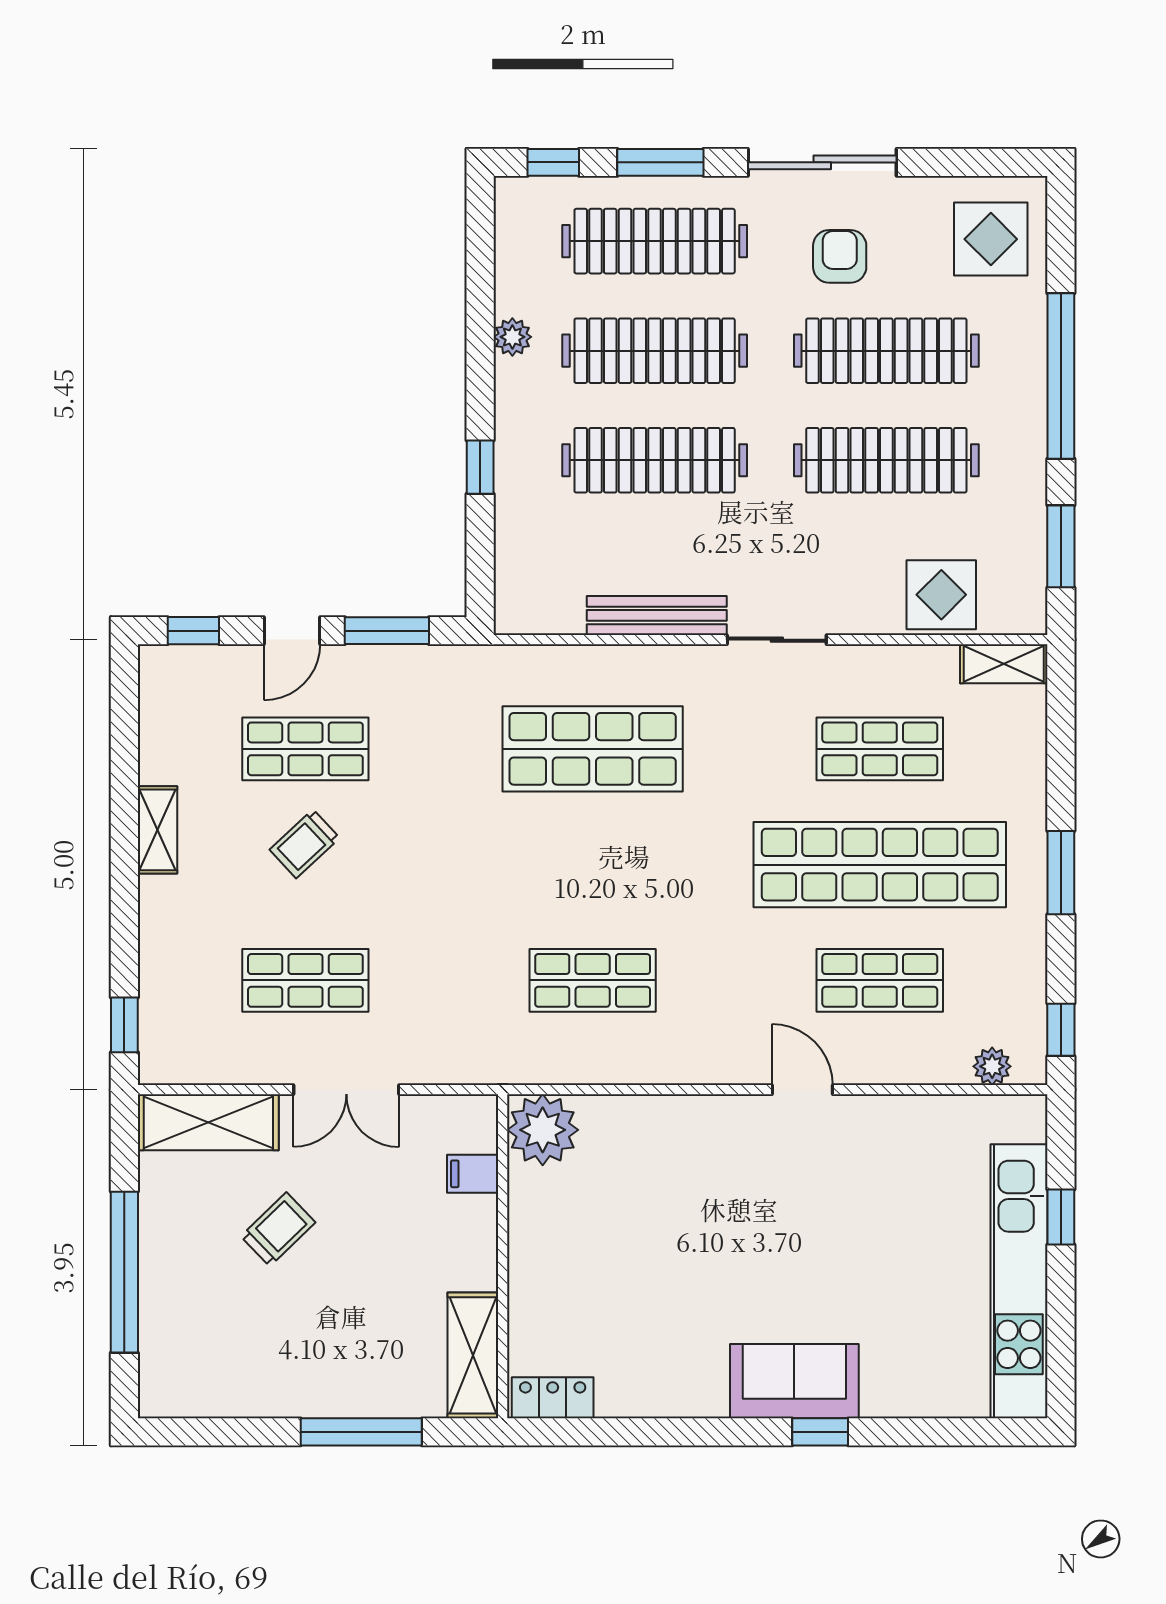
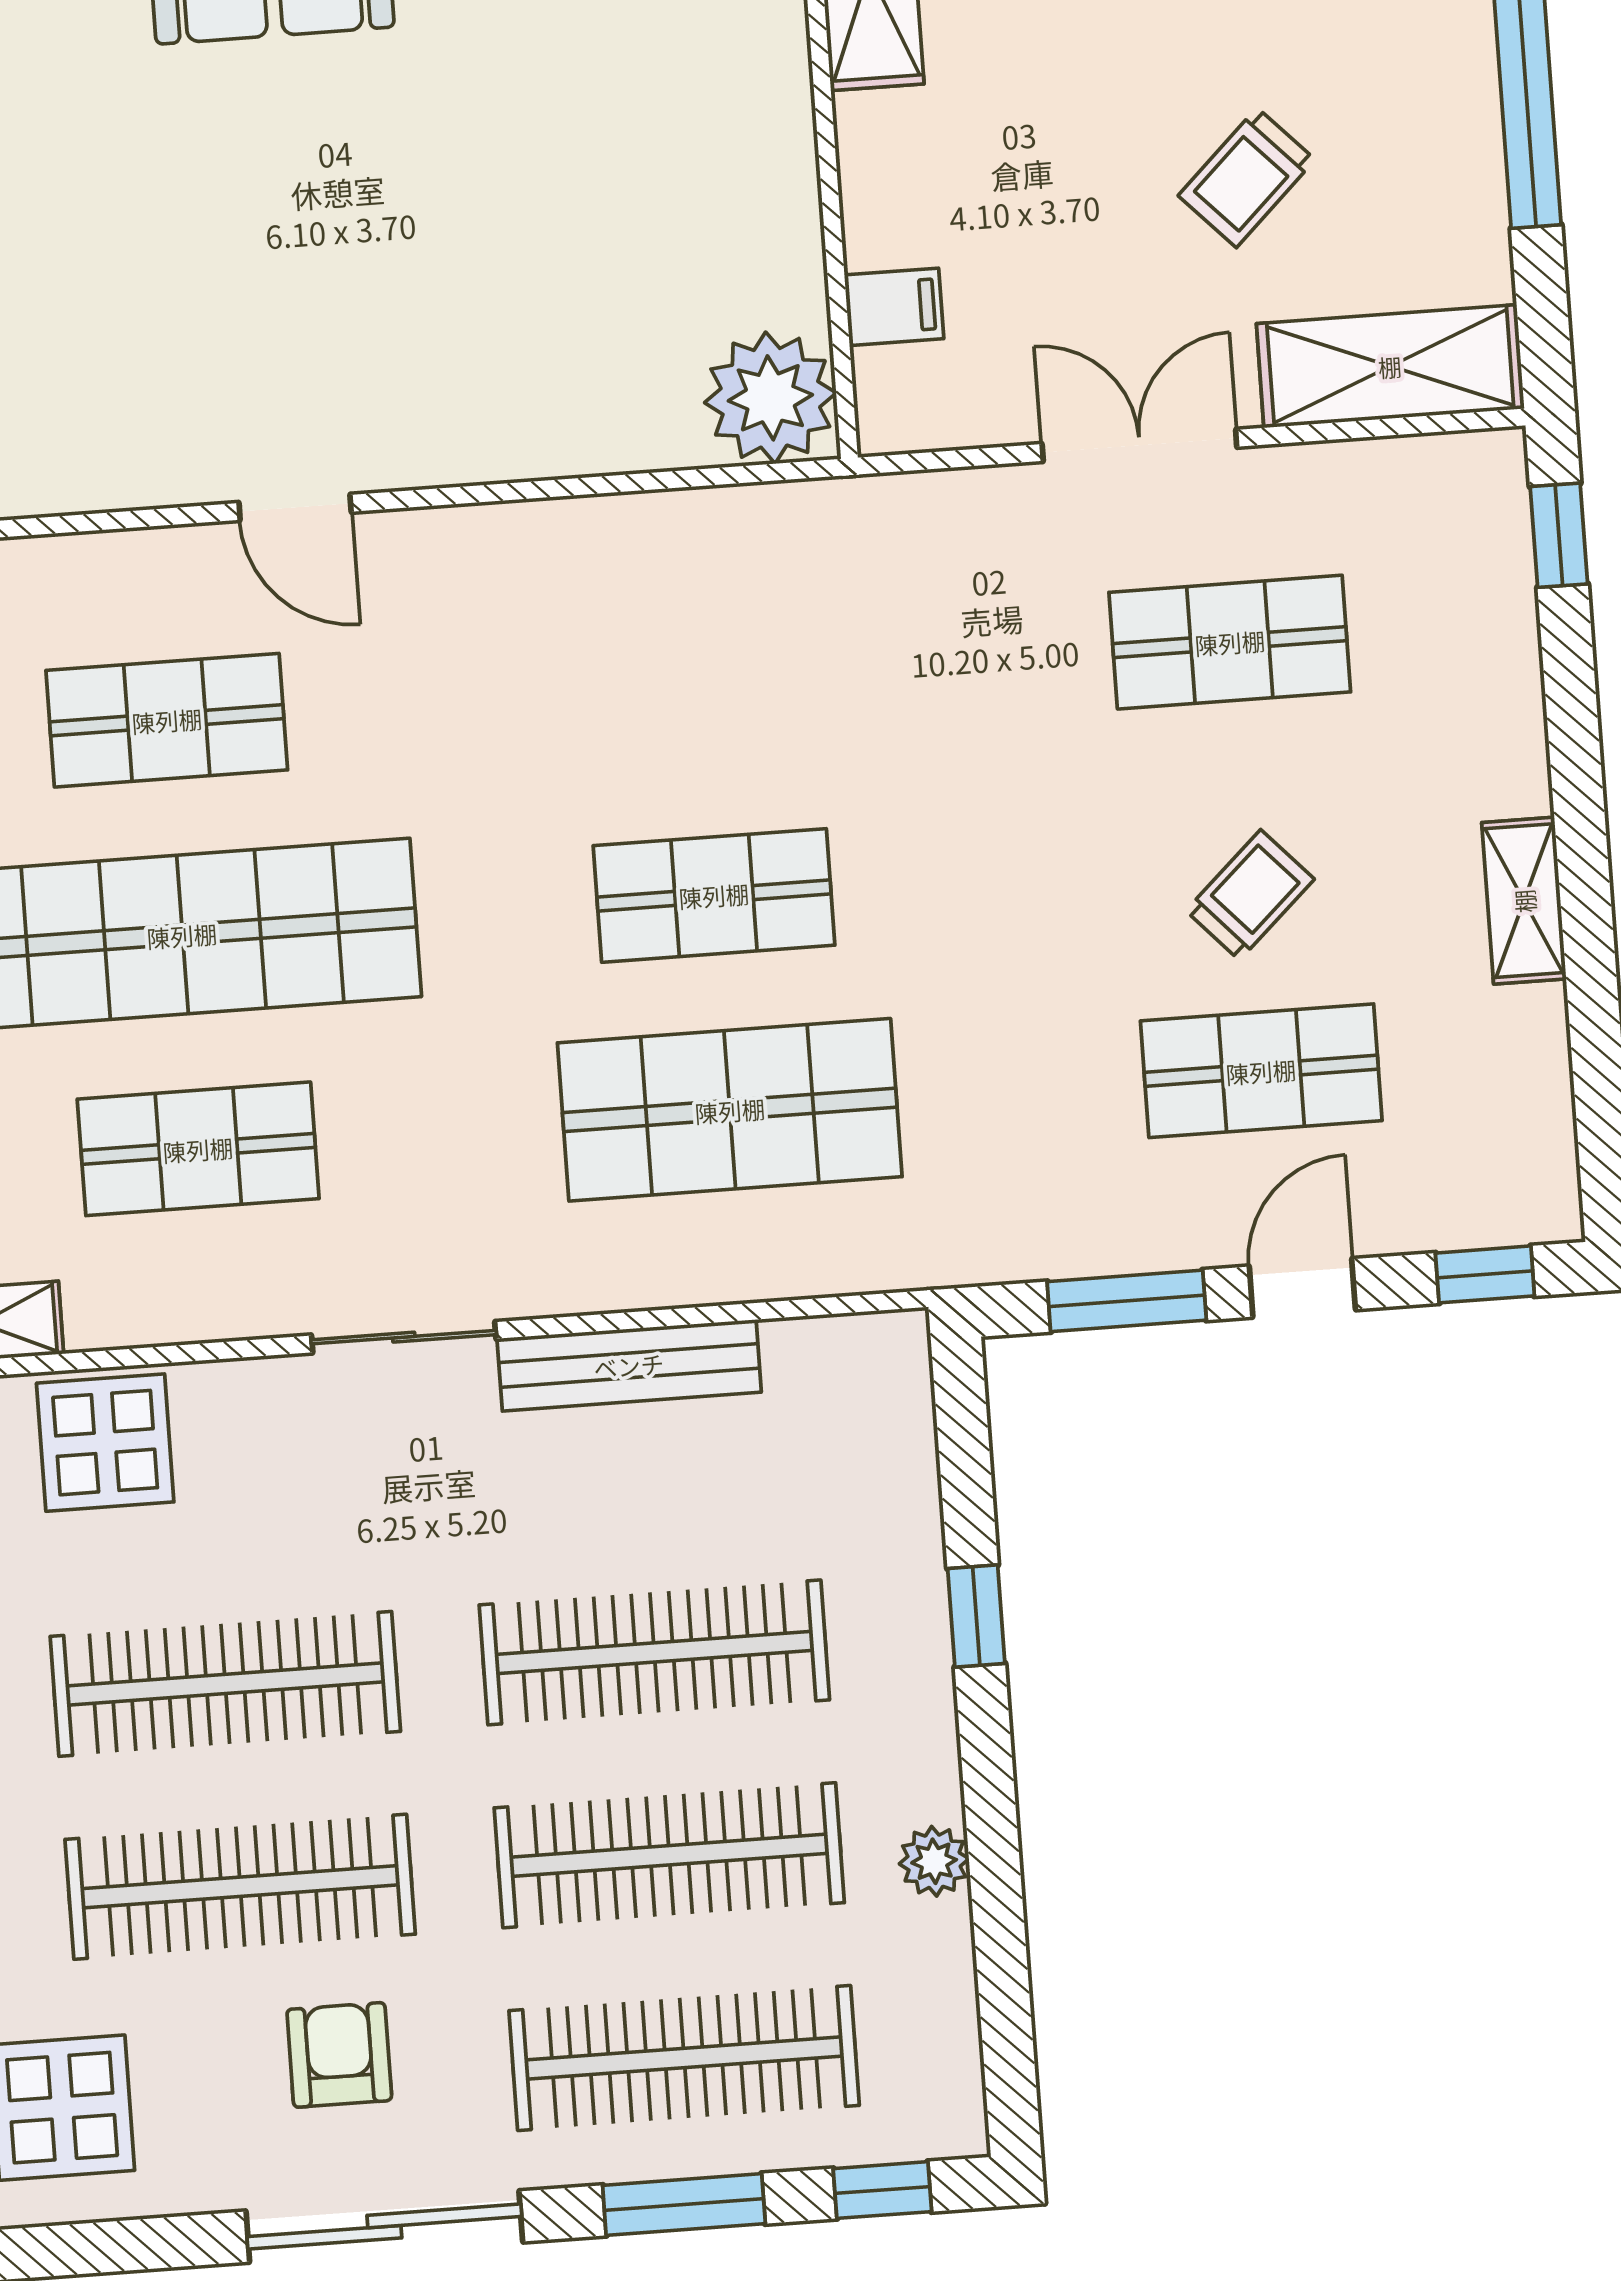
armchair: (840, 256) -> (339, 2055), turned 180
shop shelf: (593, 980) -> (714, 895), moved

